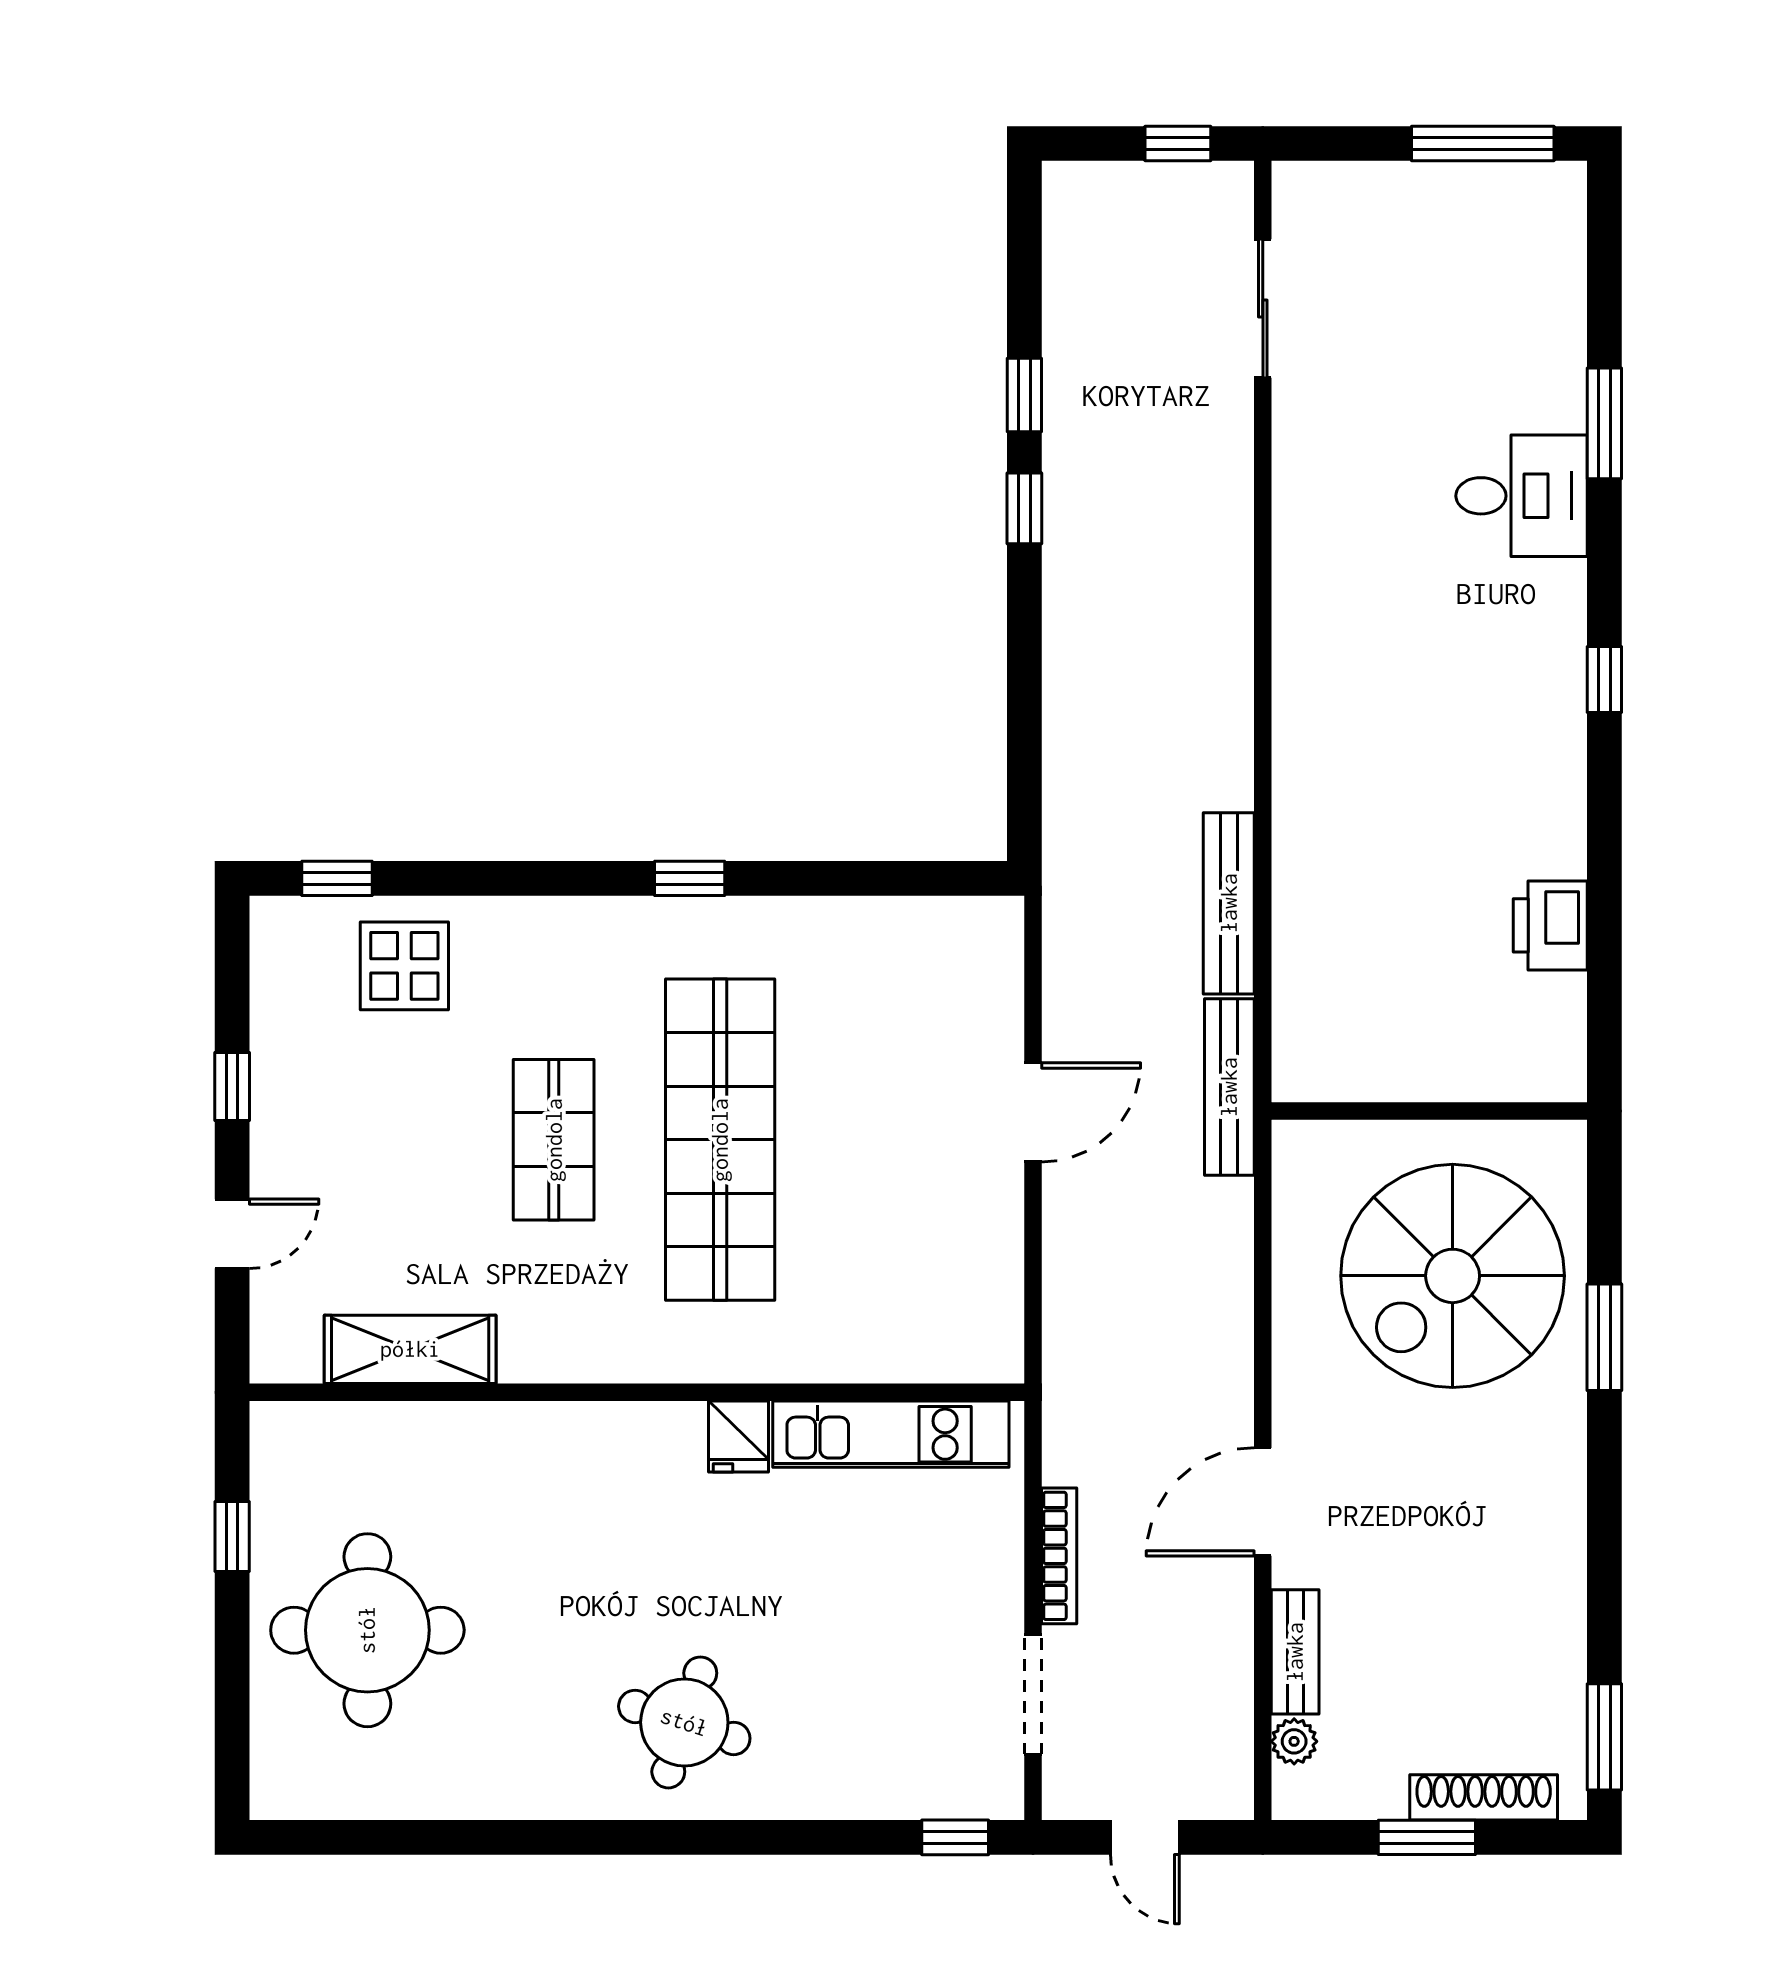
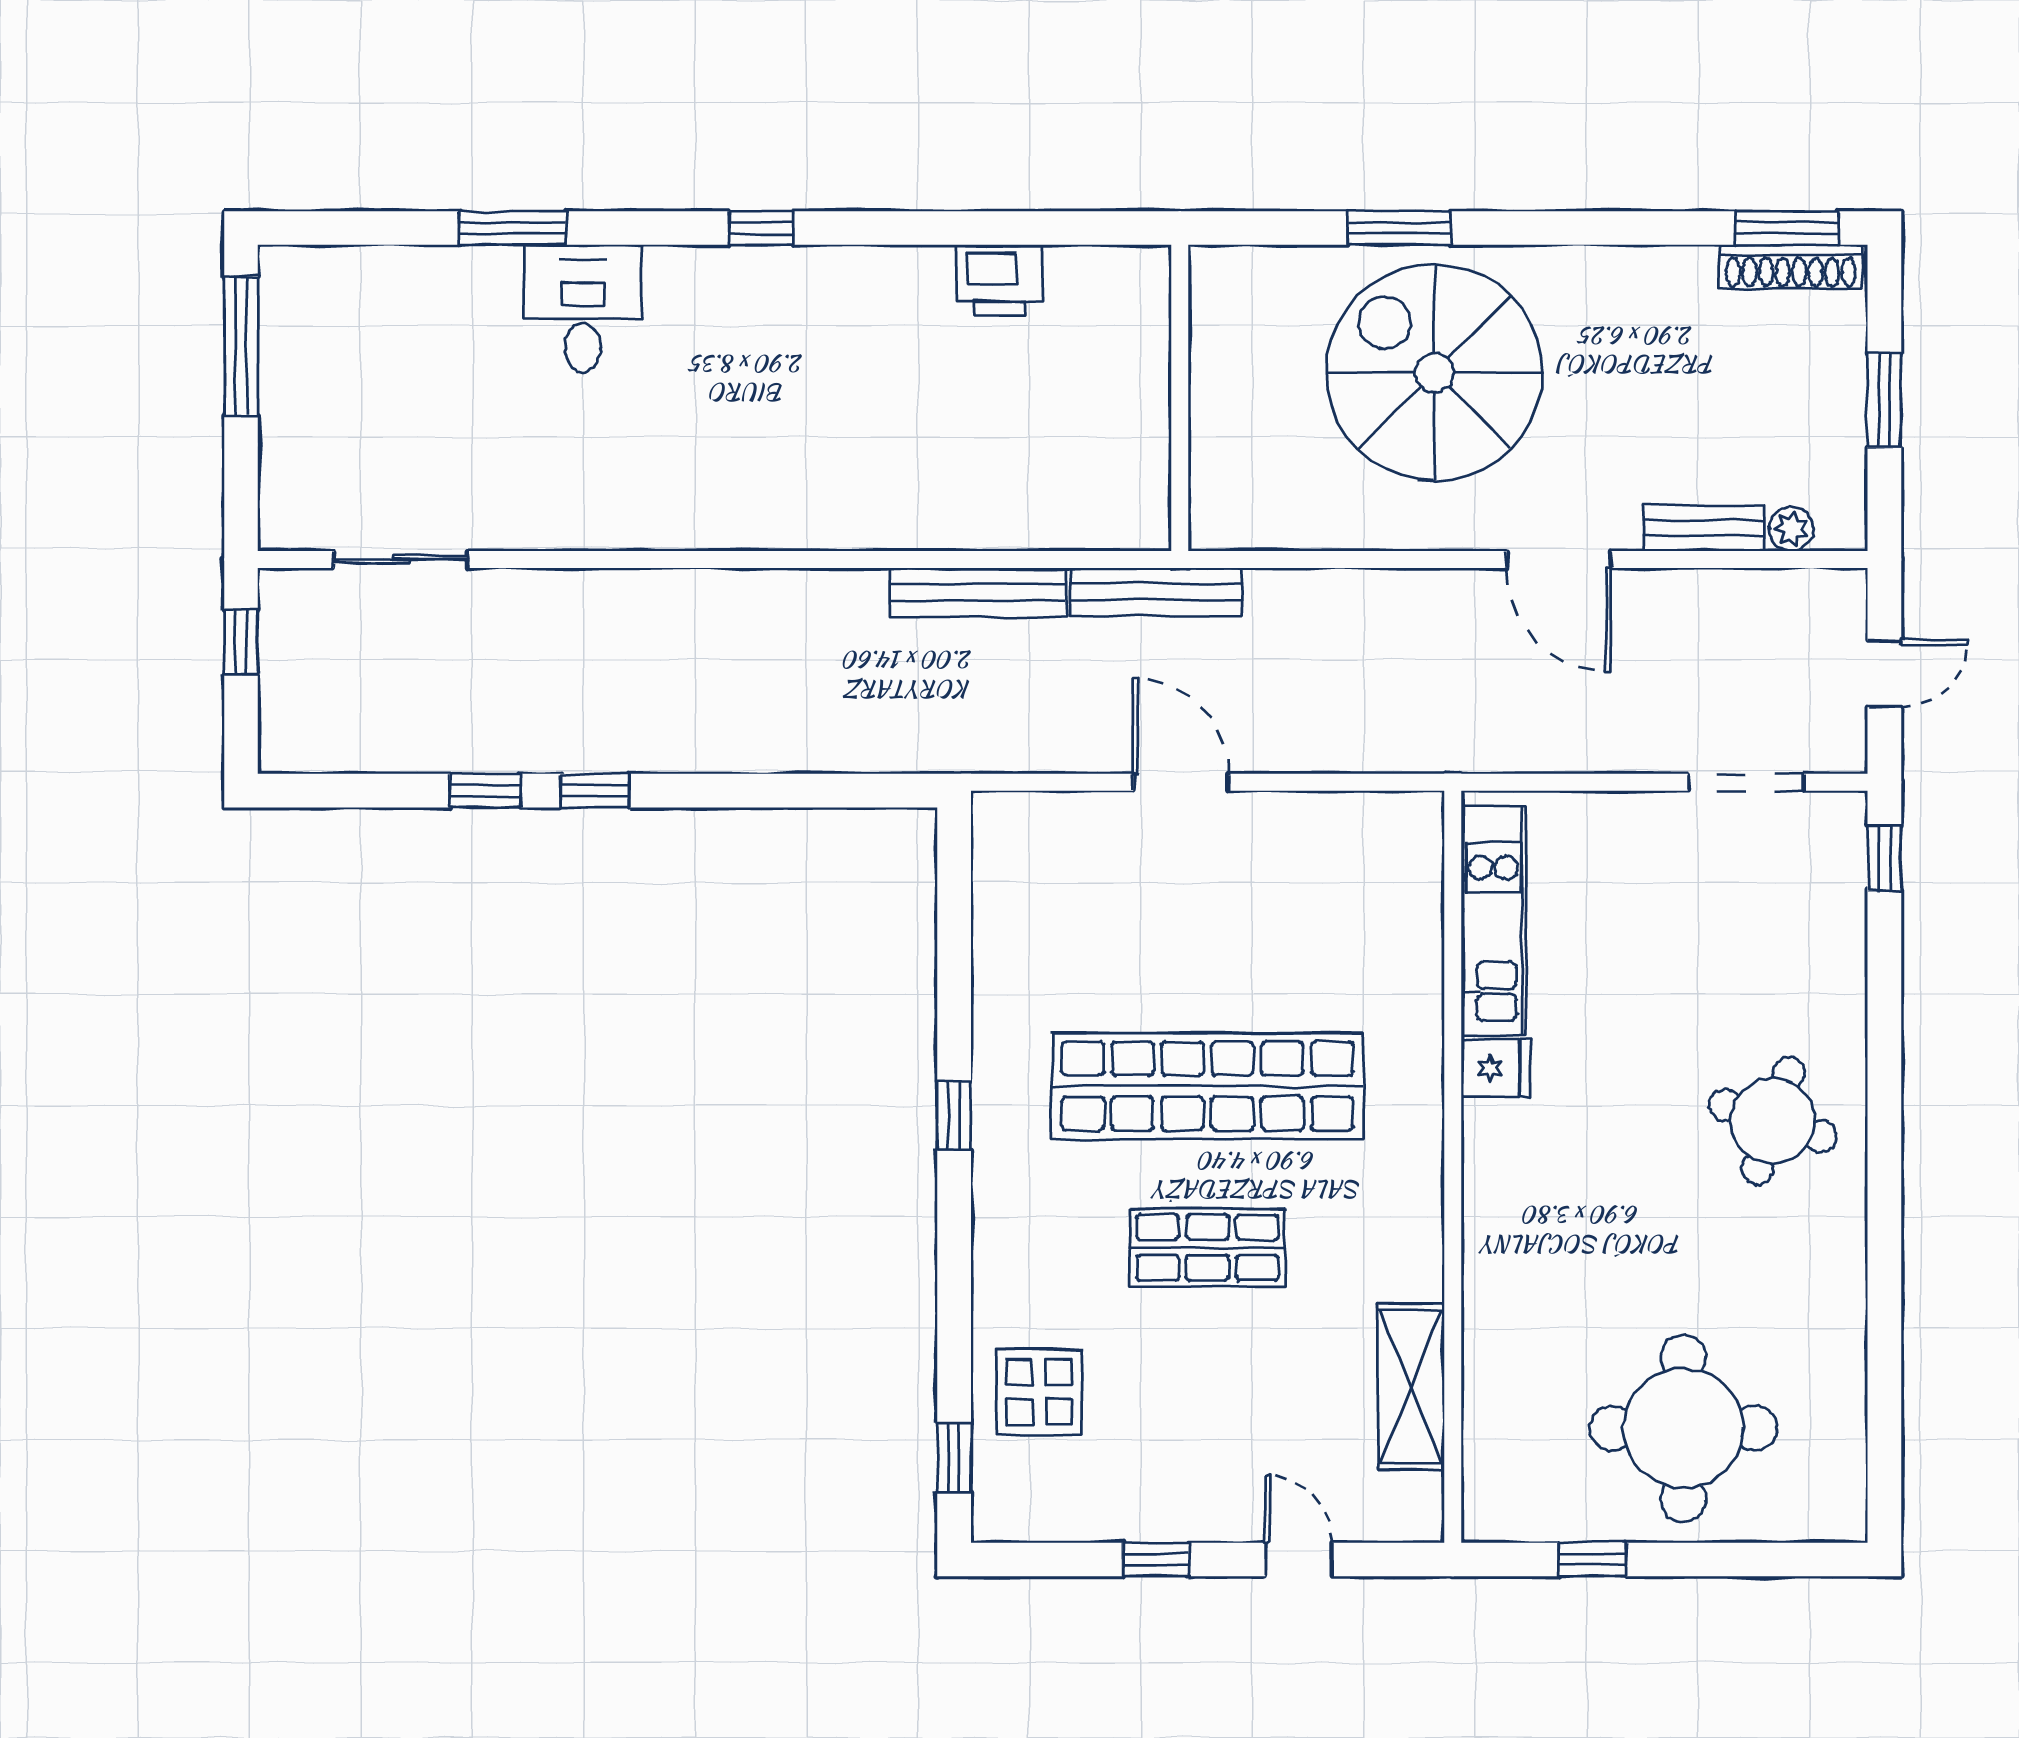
spiral stairs: (1453, 1276) -> (1434, 372), moved, turned 180
bookcase: (1059, 1556) -> (1611, 757), removed
shoe rack: (1484, 1797) -> (1791, 267), moved, turned -90

